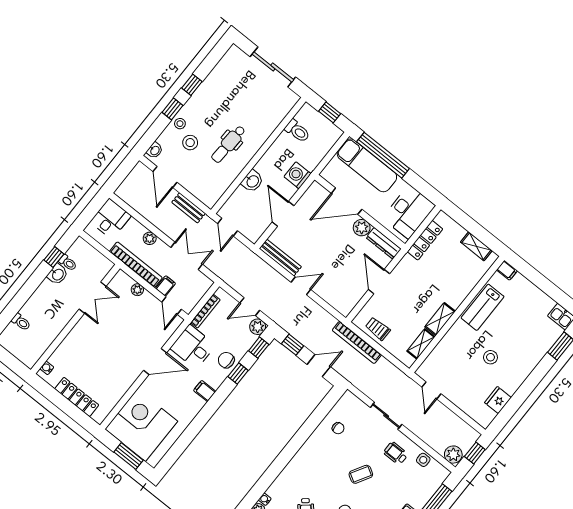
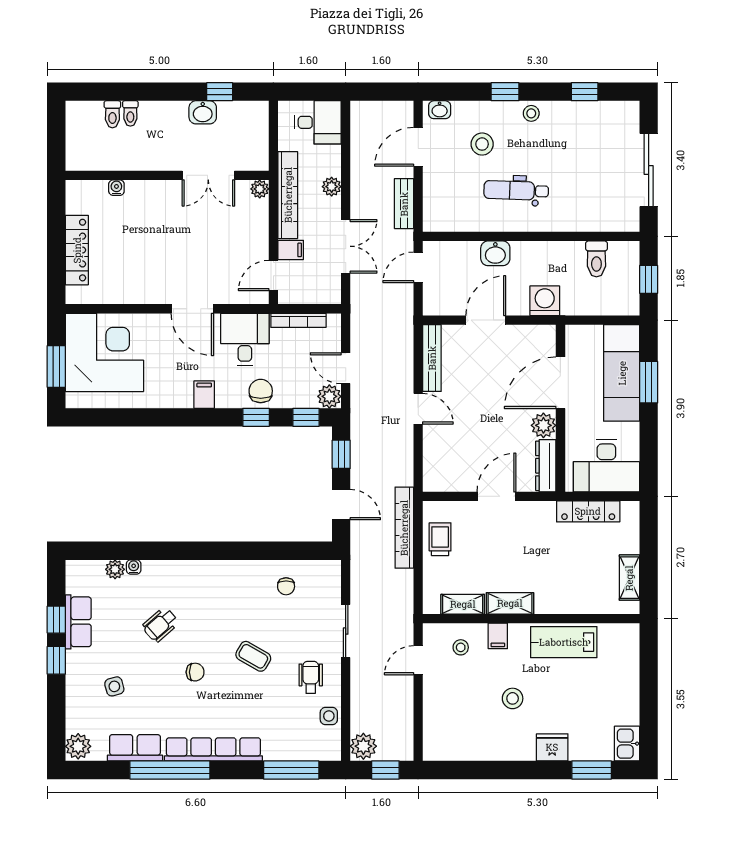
window: (192, 85) -> (585, 92), moved
stool: (180, 124) -> (531, 113), moved
window: (383, 155) -> (649, 382), width x0.47
door: (347, 201) -> (560, 383), hinge flipped
toilet: (68, 263) -> (130, 113), moved
filing cabinet: (507, 270) -> (498, 636), moved
plant: (137, 290) -> (260, 189), moved
stool: (442, 363) -> (461, 647), added
water cooler: (47, 368) -> (116, 188), moved
fridge: (498, 400) -> (552, 747), moved

